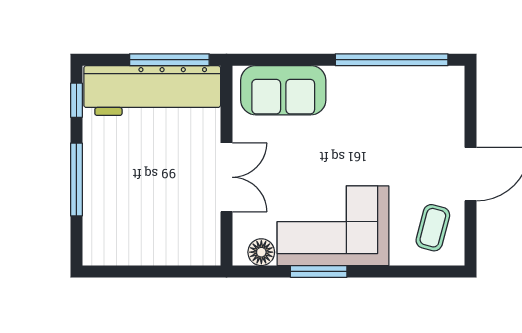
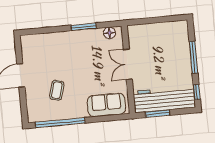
window: (169, 60) -> (158, 114), width x0.69
corner sofa: (333, 226) -> (79, 47), removed
coffee table: (433, 228) -> (57, 90), moved

